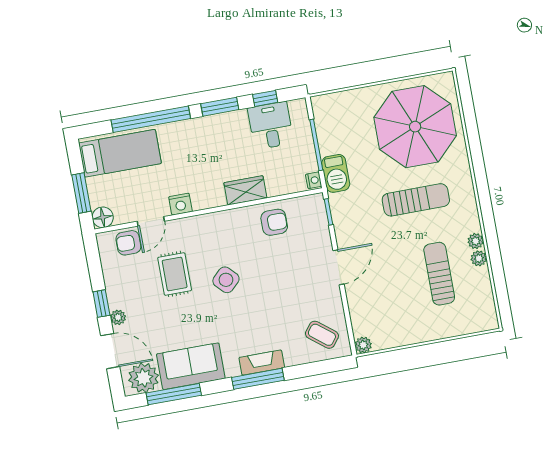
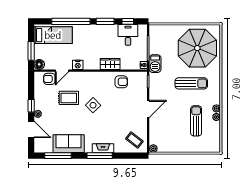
rug: (175, 274) -> (69, 98), turned 90
plant: (144, 378) -> (45, 145), removed

